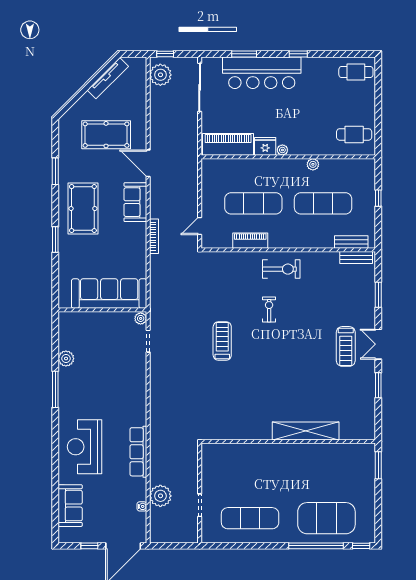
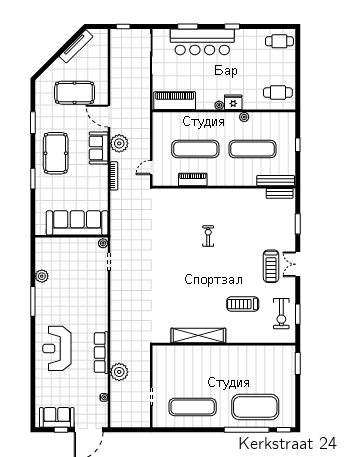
plant: (160, 75) -> (119, 143), moved
fridge: (265, 146) -> (233, 102), moved
bench: (351, 242) -> (276, 181), width x1.36
exercise bike: (281, 269) -> (281, 314), moved, turned 90
treadmill: (222, 341) -> (243, 304), moved, turned -90
window: (378, 385) -> (298, 314), moved
shelving: (306, 431) -> (198, 336), moved
plant: (160, 496) -> (119, 372), moved
sofa: (70, 506) -> (57, 417), moved, turned -90

